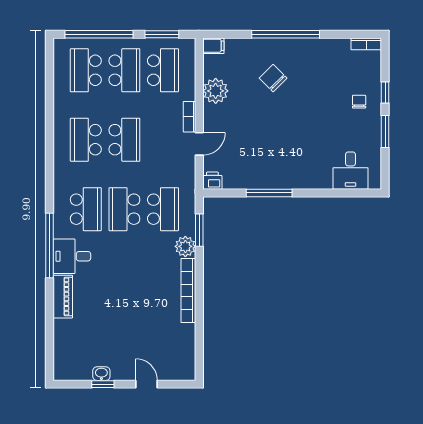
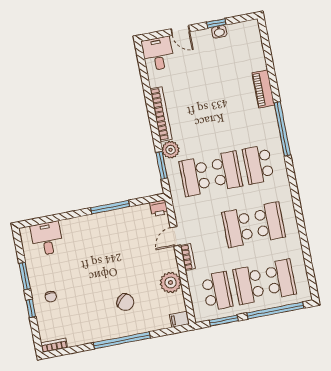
school desk: (163, 70) -> (217, 291), turned 180
desk: (72, 256) -> (158, 54), moved, turned -90

